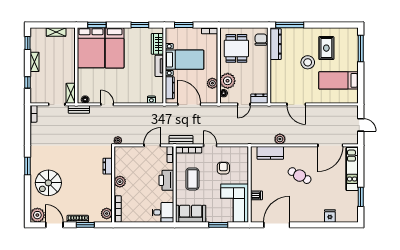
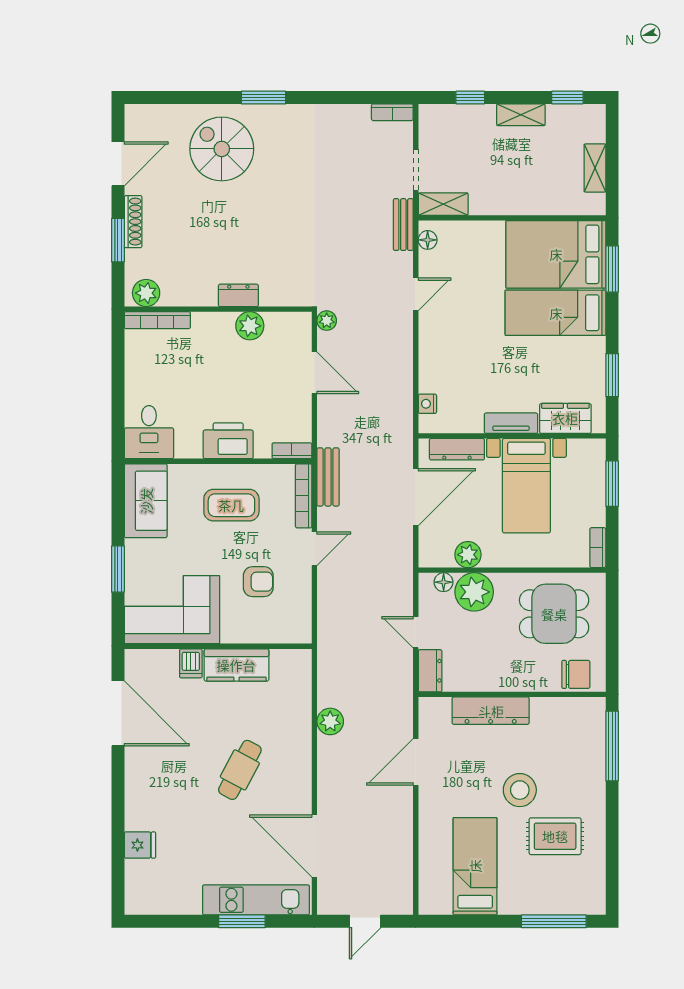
dresser: (276, 44) -> (491, 711), moved
door: (152, 145) -> (314, 373), moved
kitchen counter: (270, 153) -> (236, 665), moved, turned -90
dresser: (108, 166) -> (238, 295), moved
plant: (120, 182) -> (250, 326), moved
window: (361, 197) -> (242, 921), moved
plant: (37, 215) -> (142, 122), removed

